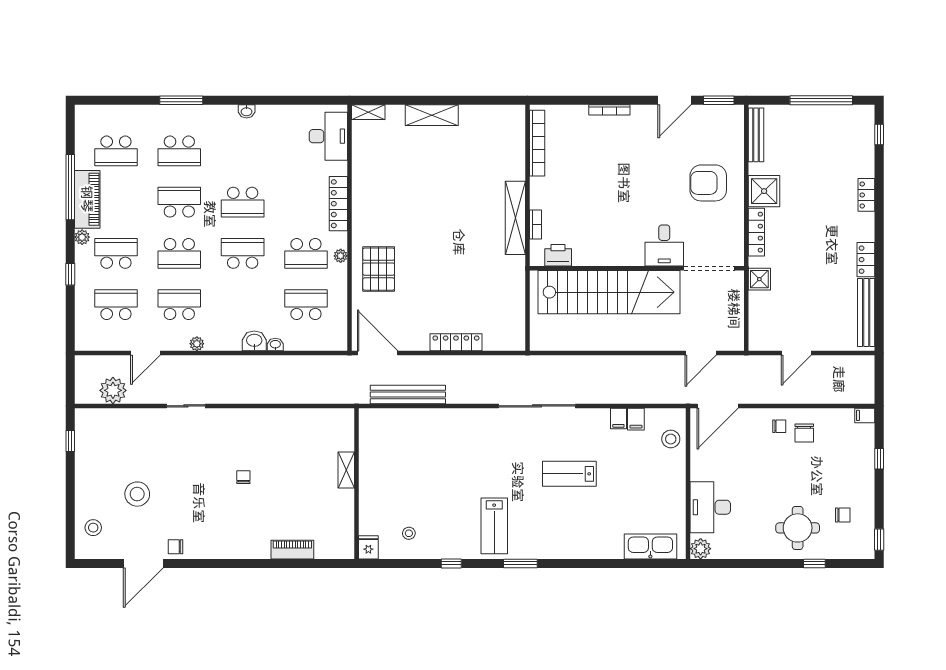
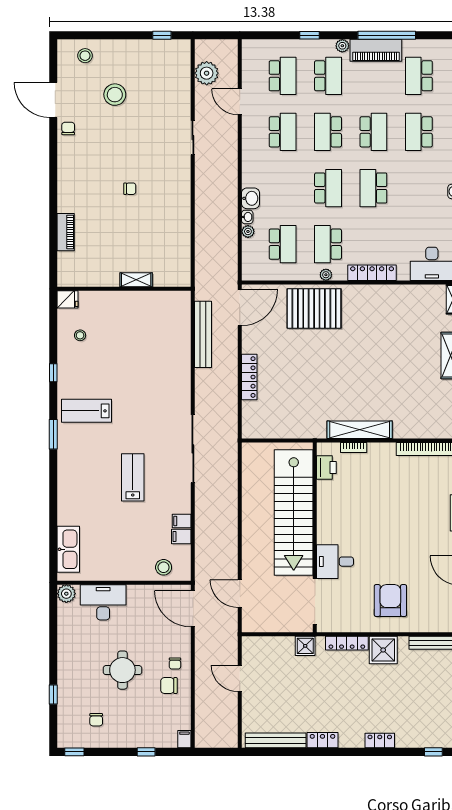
pallet: (379, 269) -> (314, 309), width x1.37, depth x1.41
plant: (197, 344) -> (248, 231), moved
round table: (798, 528) -> (122, 670), moved

